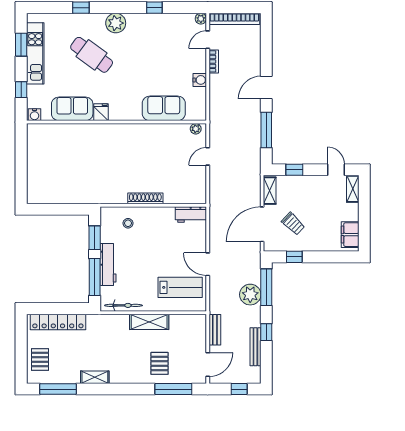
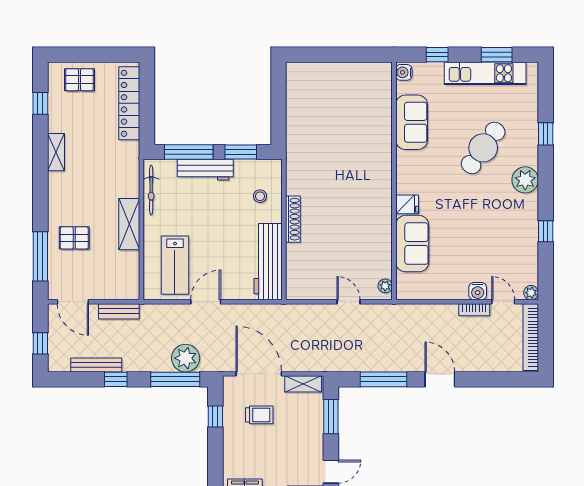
water cooler: (200, 80) -> (478, 291), moved
fridge: (101, 112) -> (407, 204), moved
window: (294, 170) -> (331, 417), width x1.50
workbench: (191, 215) -> (268, 262), width x1.88, depth x1.32
trolley: (293, 224) -> (259, 415), turned -134
plant: (250, 295) -> (186, 358), moved
window: (58, 389) -> (40, 103), width x0.46

